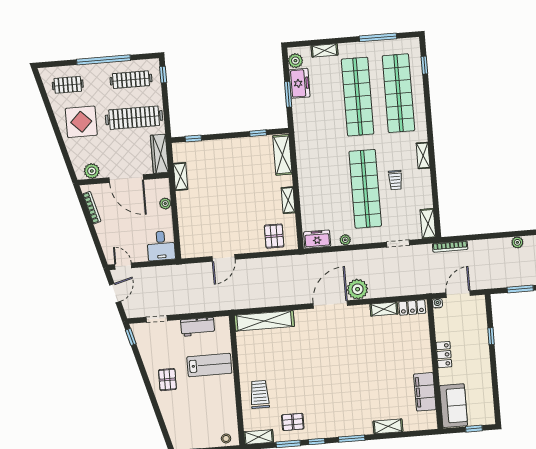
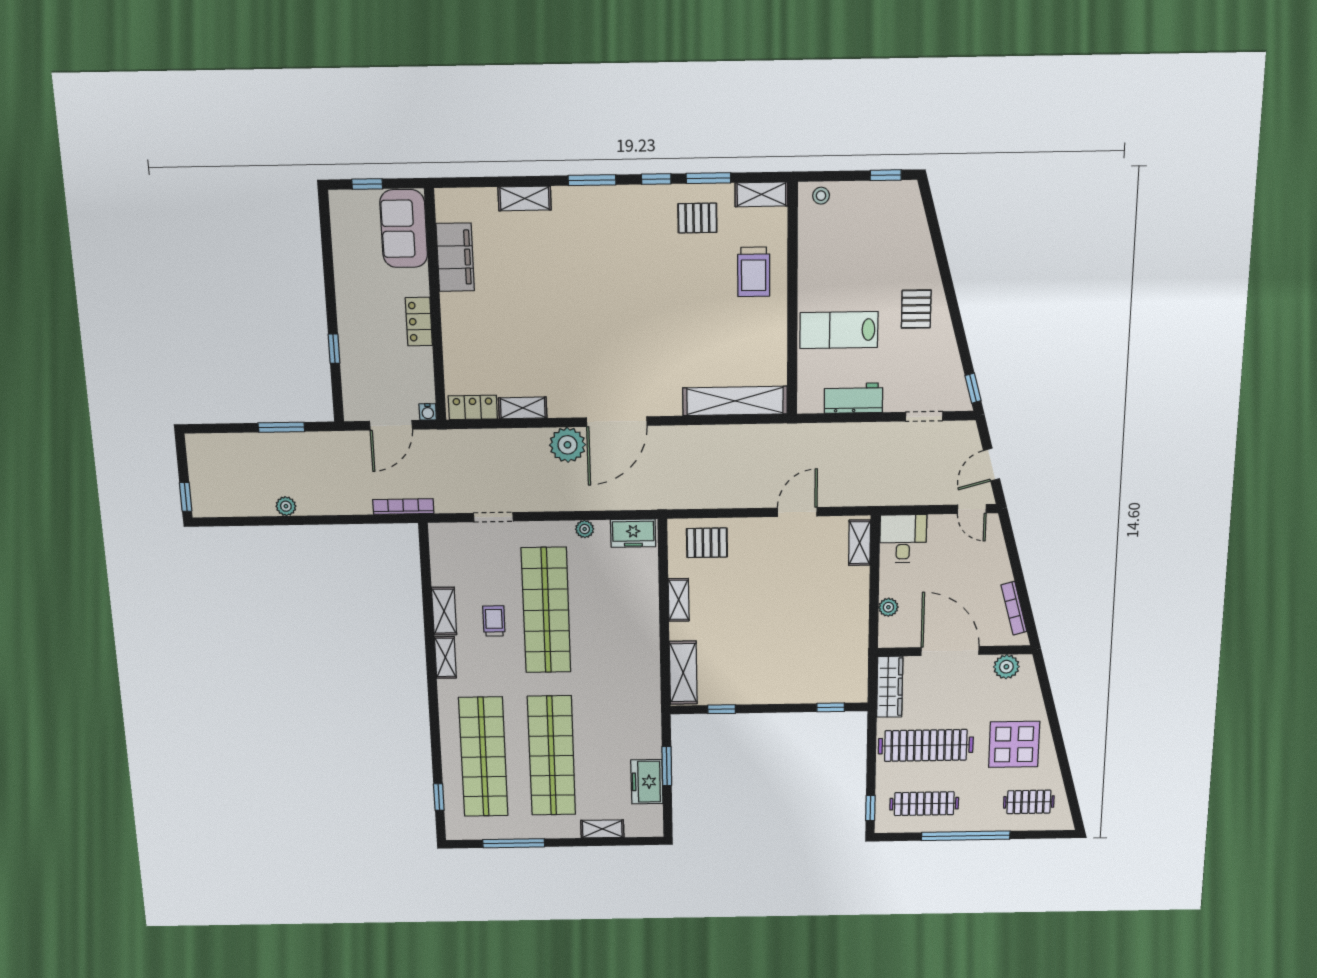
plant: (295, 61) -> (651, 816), removed
shelving: (181, 176) -> (860, 543), moved
shelving: (428, 224) -> (444, 611), moved
pallet: (274, 236) -> (707, 543), turned 90

